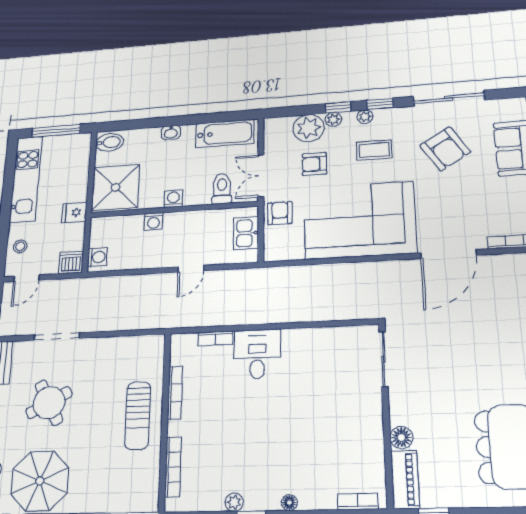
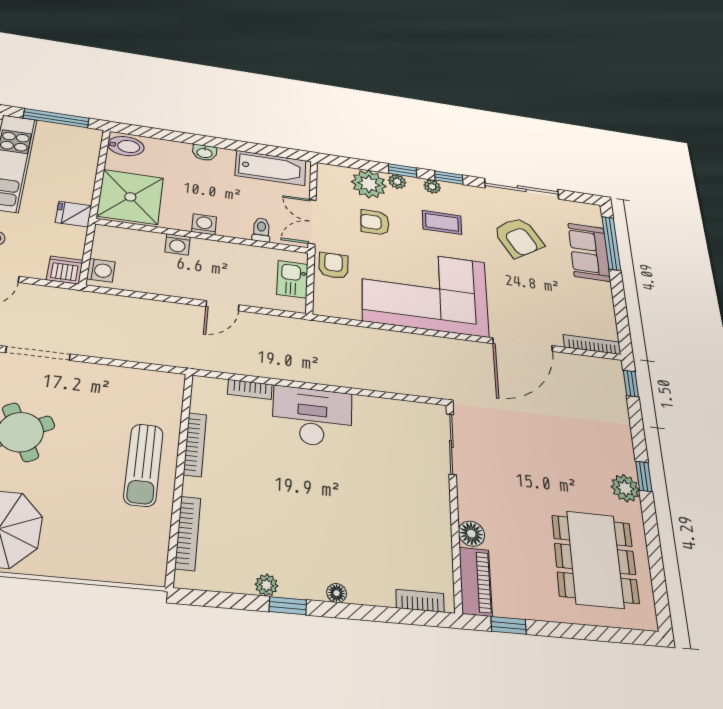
toilet: (222, 189) -> (261, 230), width x0.73, depth x0.72
desk: (257, 354) -> (312, 417), width x1.37

